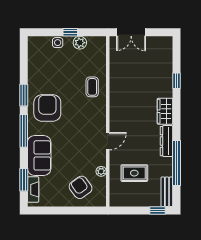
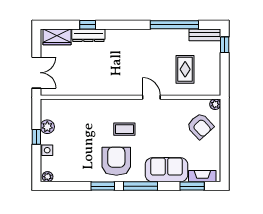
plant: (33, 43) -> (48, 177), added
coffee table: (92, 87) -> (124, 129), moved
armchair: (47, 108) -> (116, 161), turned 90
wardrobe: (165, 111) -> (57, 37), moved
dresser: (167, 141) -> (88, 35), moved
plant: (101, 171) -> (215, 104), moved
armchair: (81, 187) -> (200, 126), turned -97

